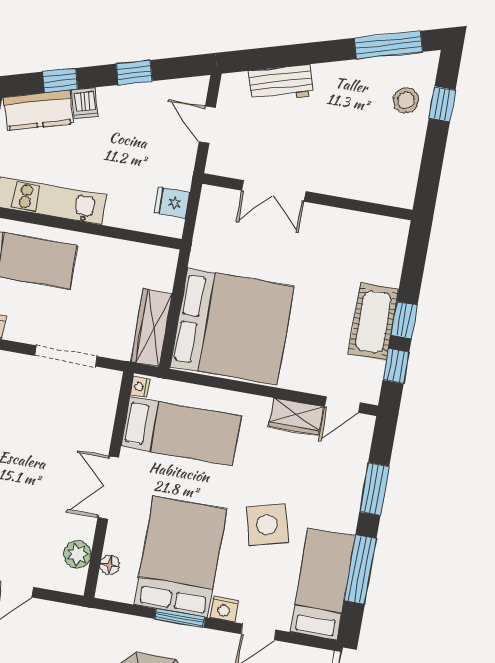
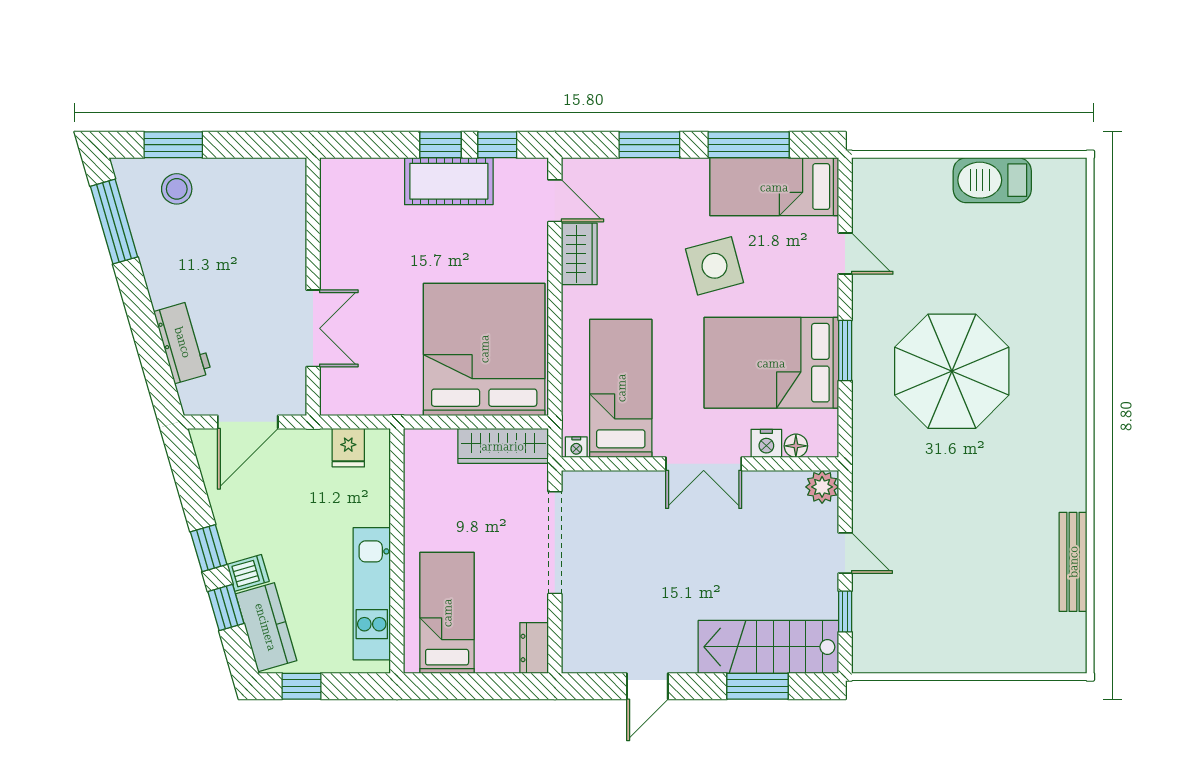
window: (134, 72) -> (209, 548), moved
window: (442, 104) -> (173, 145), width x1.50
door: (207, 125) -> (248, 422), width x1.38
doorway: (66, 356) -> (555, 543), width x1.36
plant: (77, 554) -> (822, 487), moved
nightstand: (224, 609) -> (766, 443), moved, turned 90

